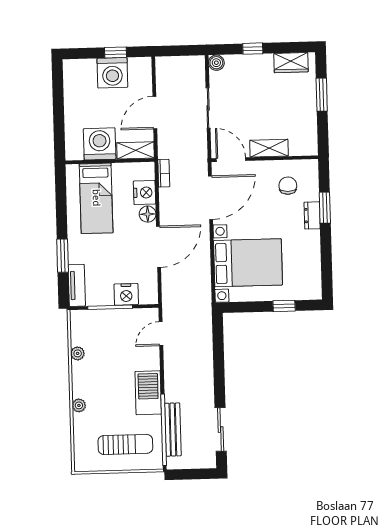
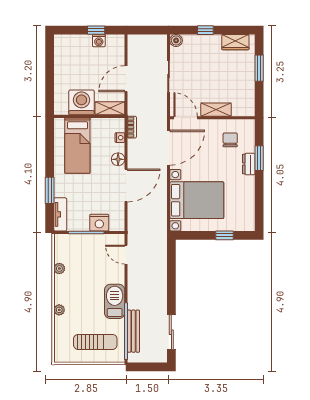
washing machine: (112, 73) -> (99, 41), width x0.53, depth x0.53
nightstand: (145, 193) -> (120, 138), width x0.53, depth x0.56
door: (161, 334) -> (126, 255), hinge flipped

